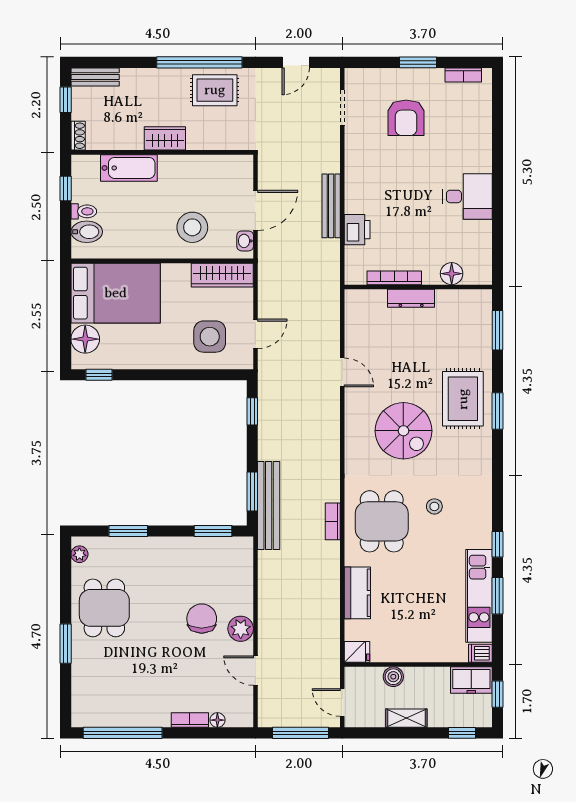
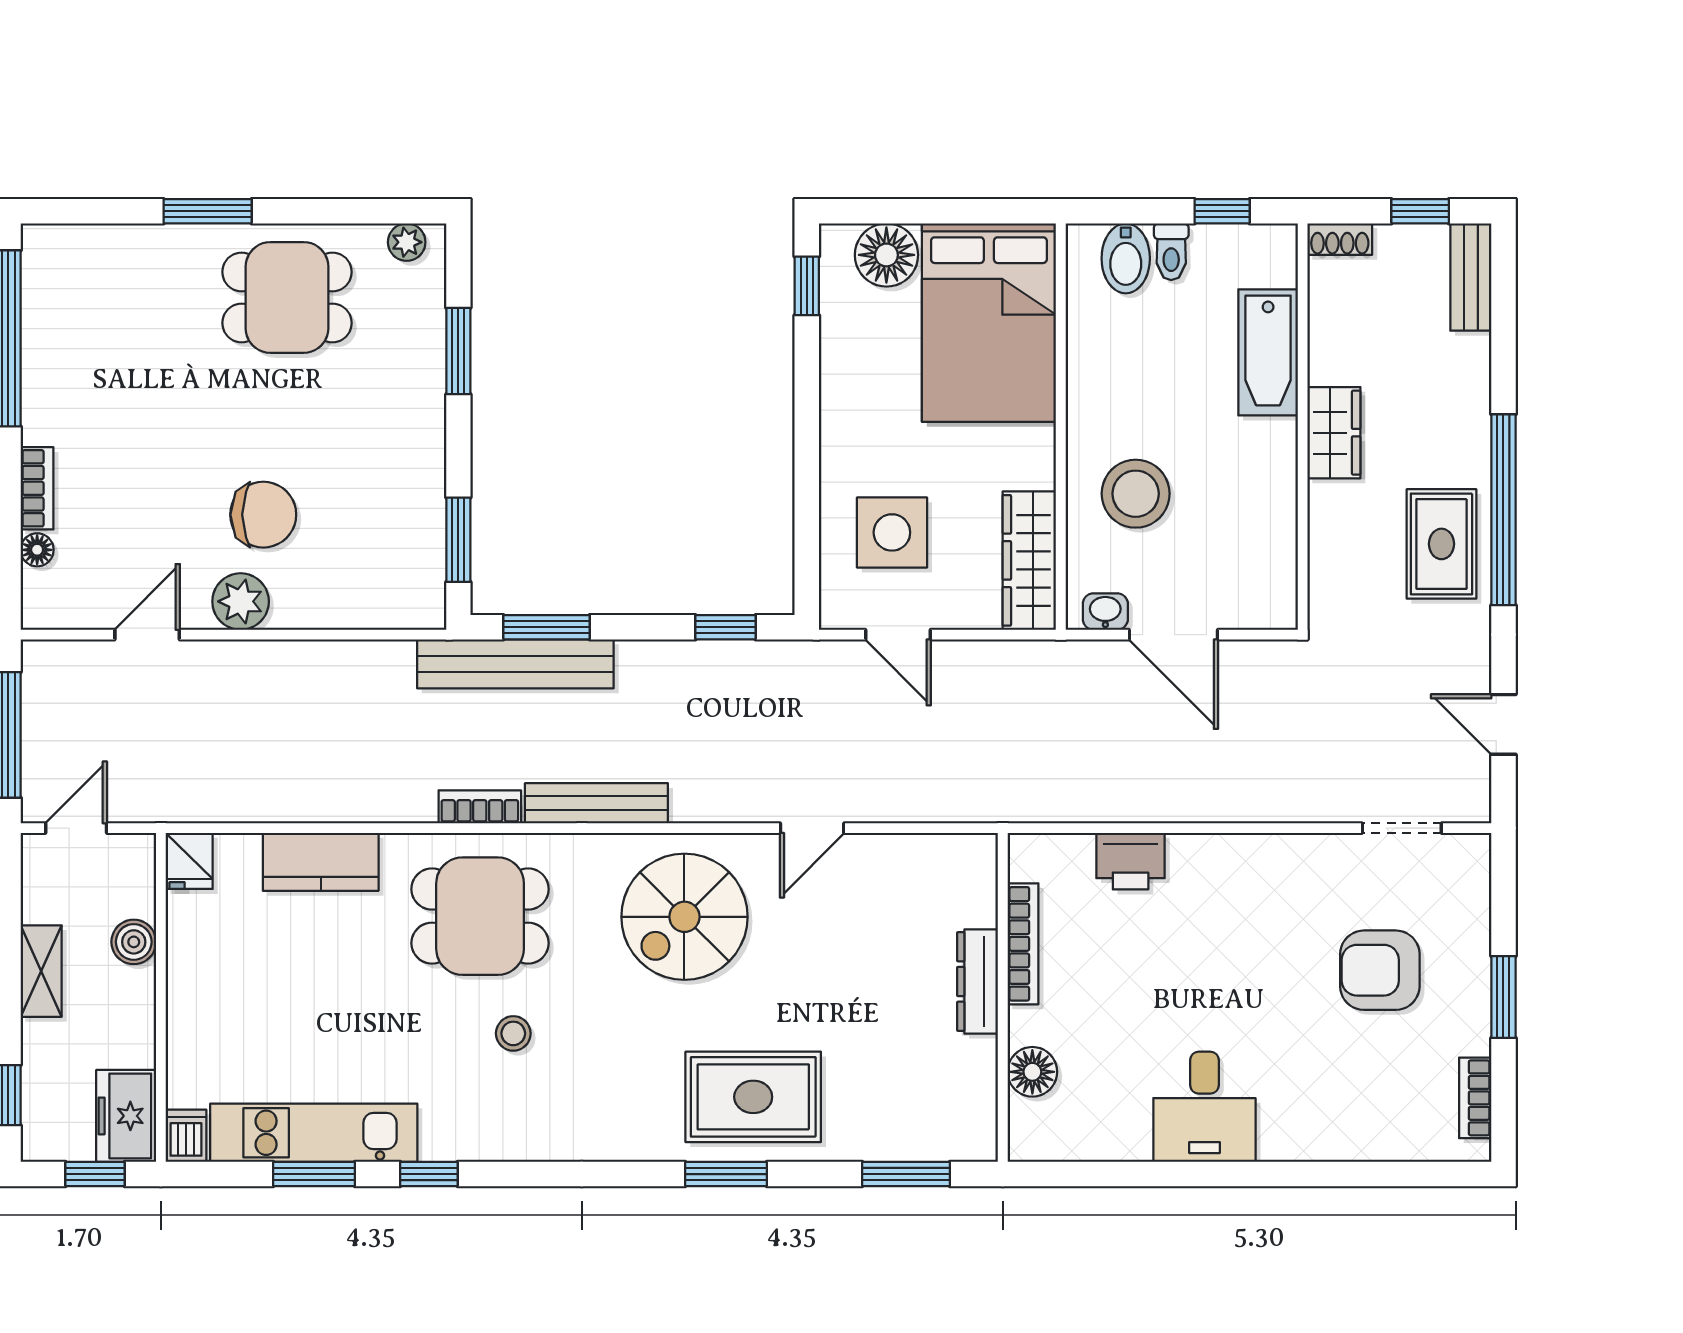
bench: (331, 206) -> (596, 803), moved
spiral stairs: (403, 431) -> (684, 917), moved

